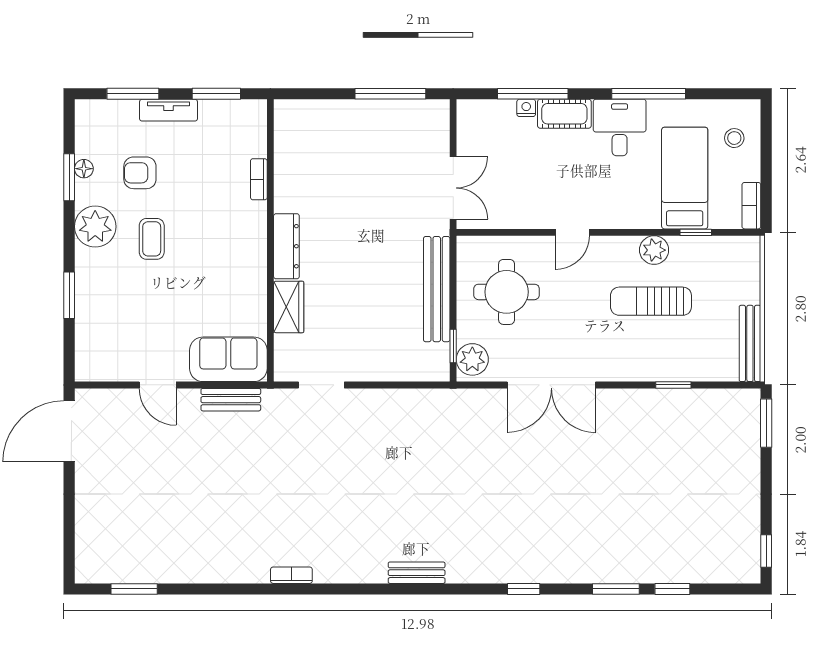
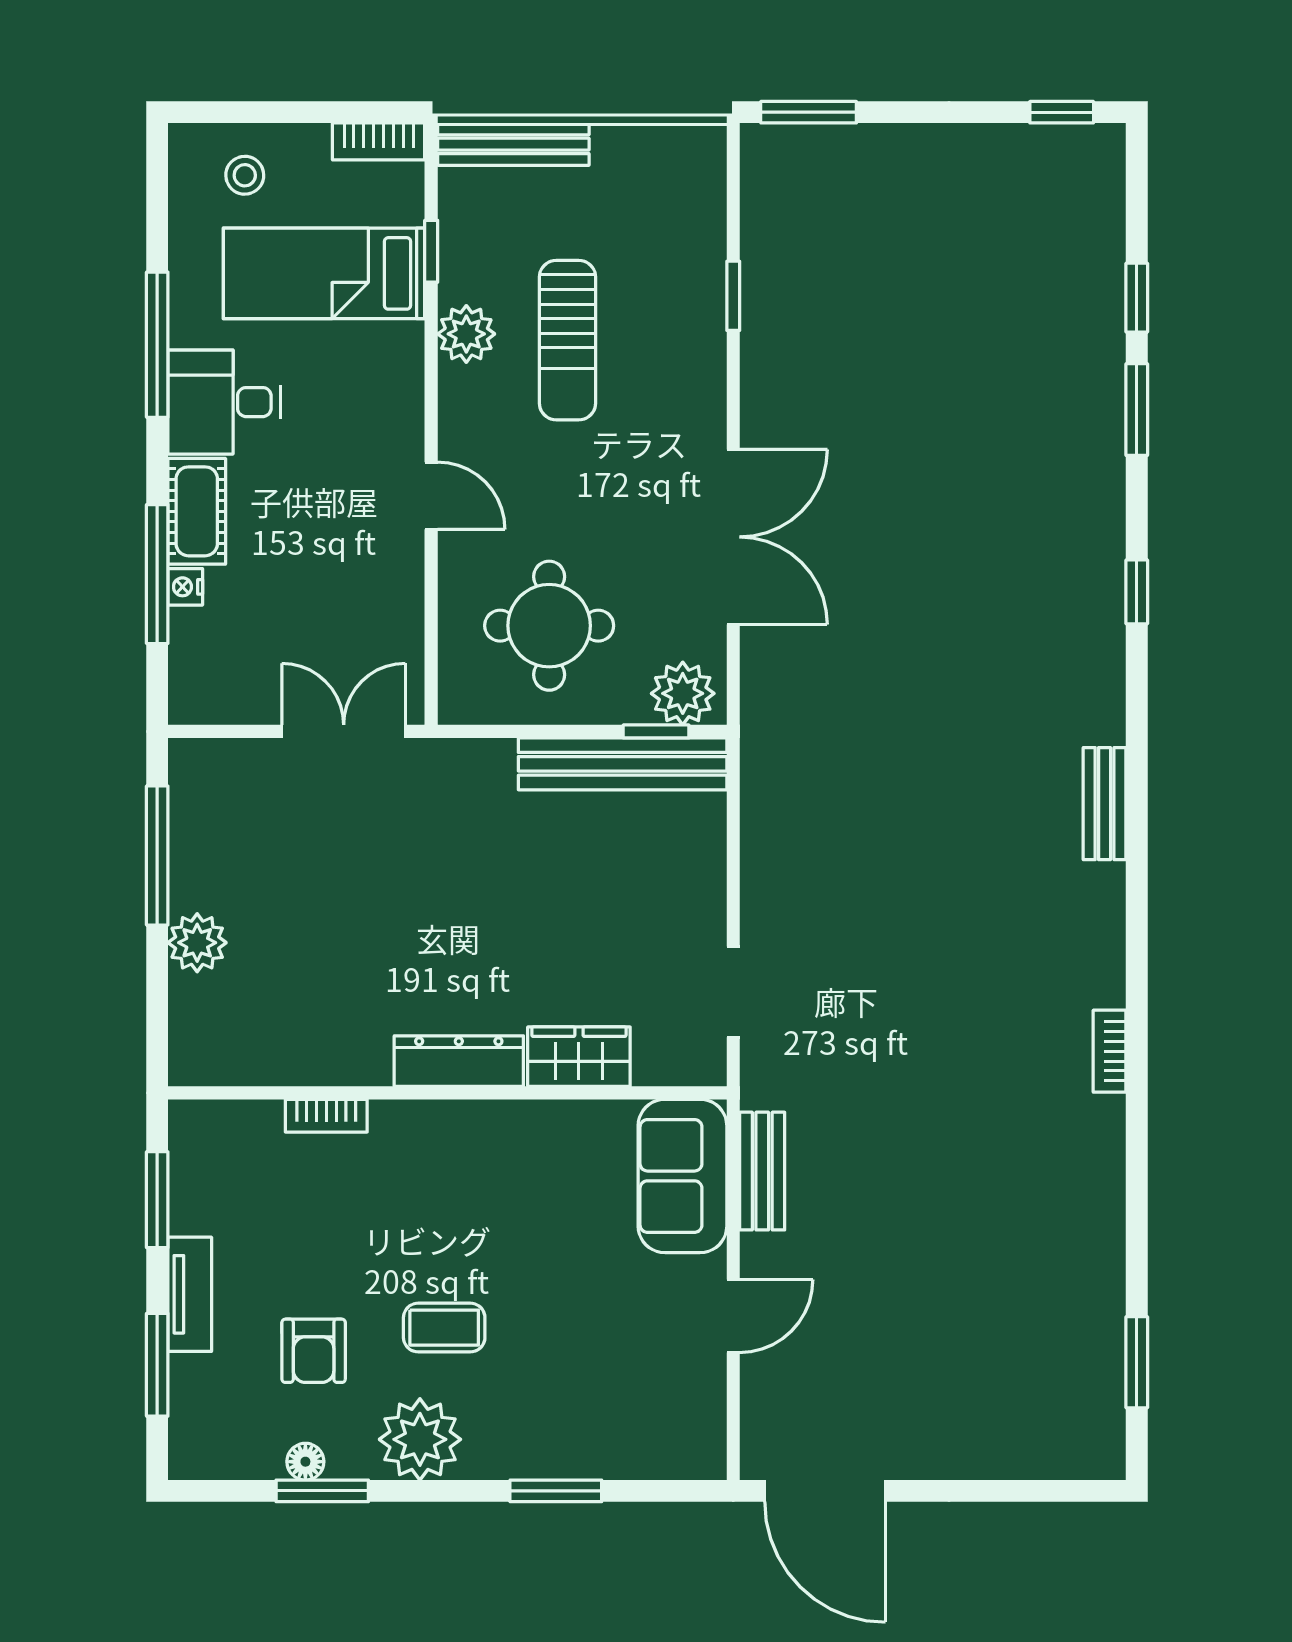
plant: (346, 114) -> (197, 943), added
bench: (437, 289) -> (623, 764), moved
bench: (750, 343) -> (513, 144), moved

